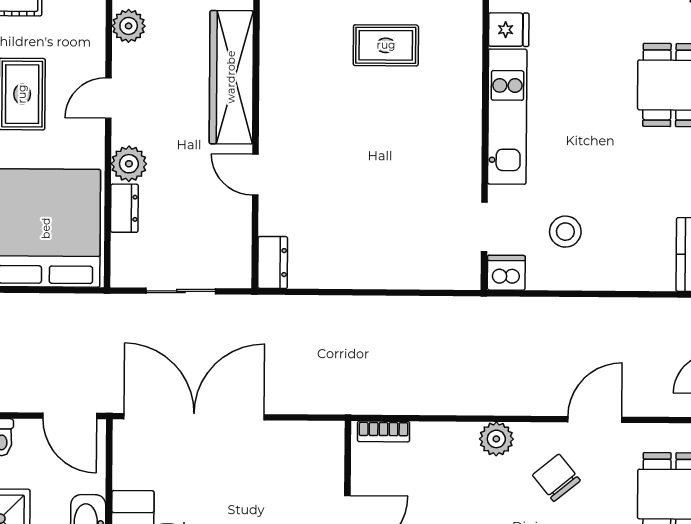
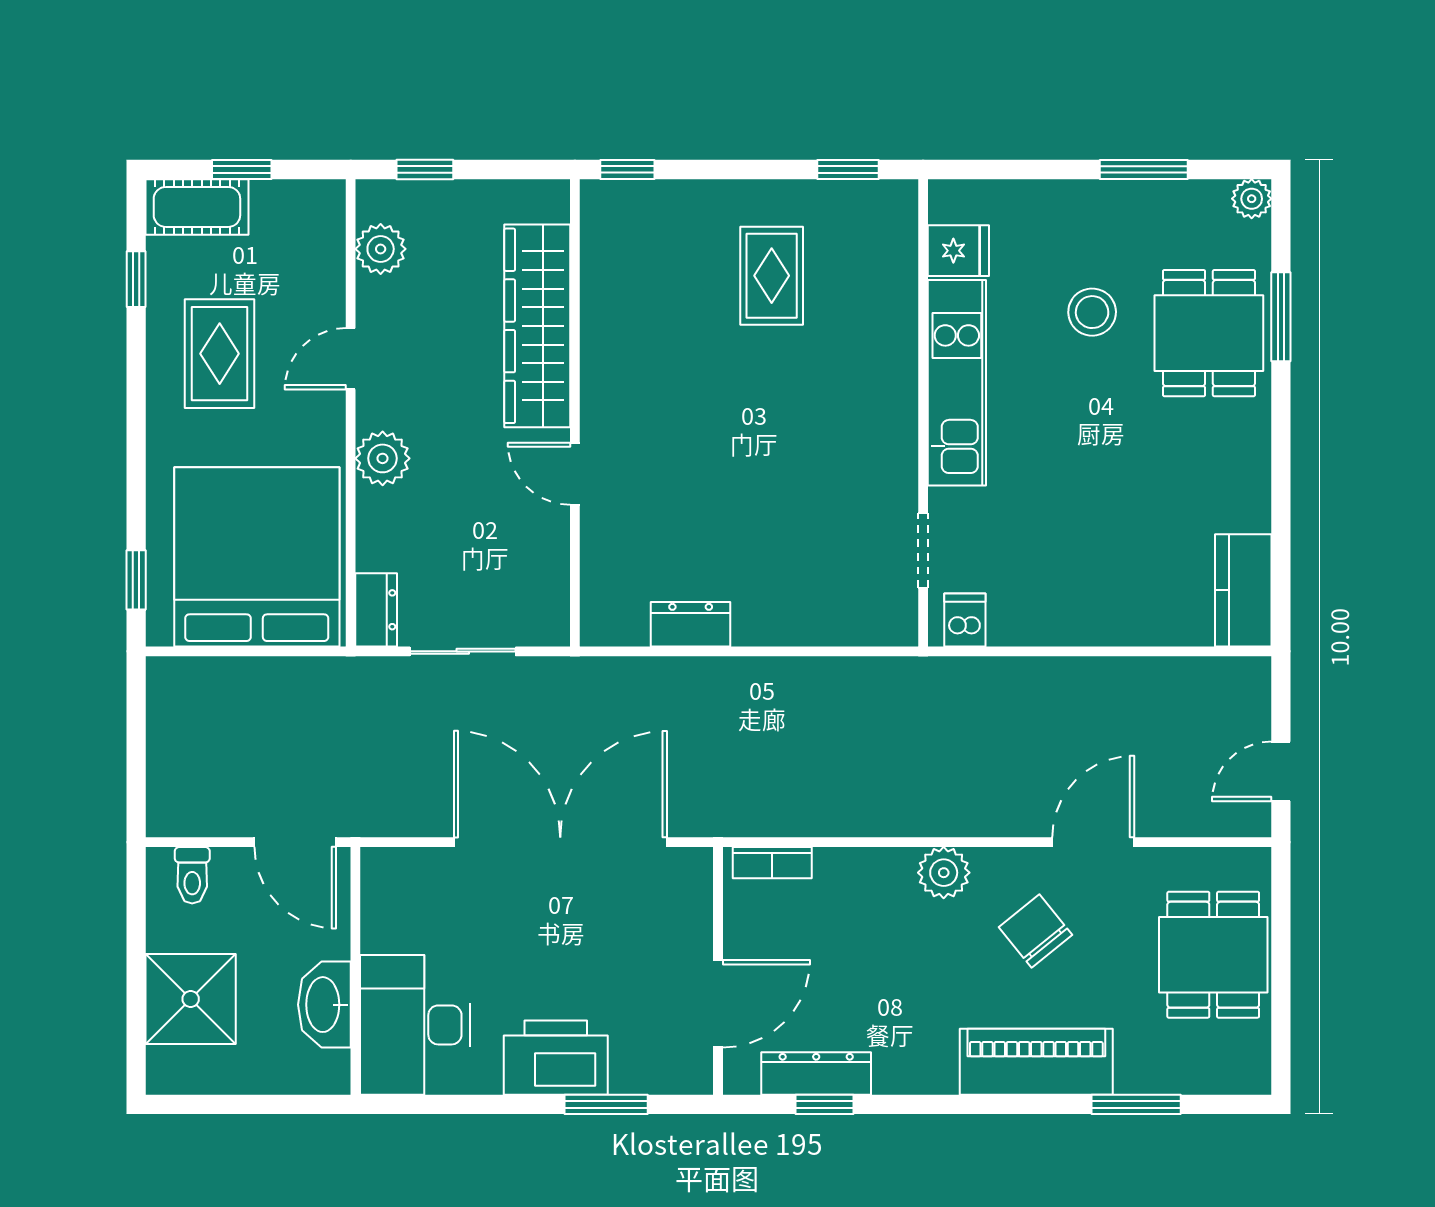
rug: (386, 45) -> (772, 276), turned 90
dresser: (124, 208) -> (376, 610), moved
stool: (565, 232) -> (1092, 312), moved
dresser: (273, 262) -> (691, 624), moved, turned -90
dishwasher: (506, 273) -> (965, 620), width x0.73
double door: (194, 417) -> (560, 842), moved

